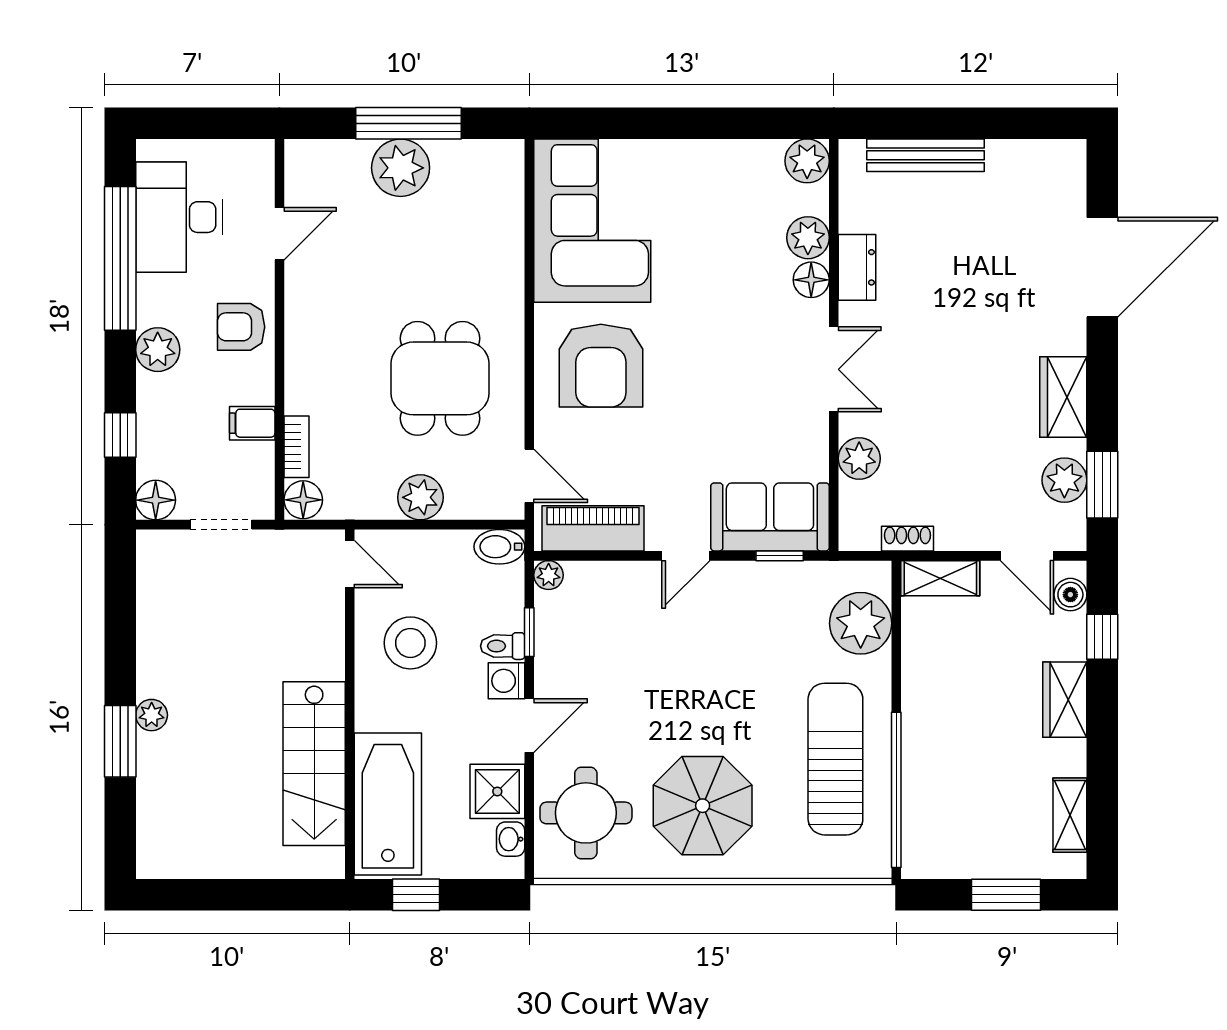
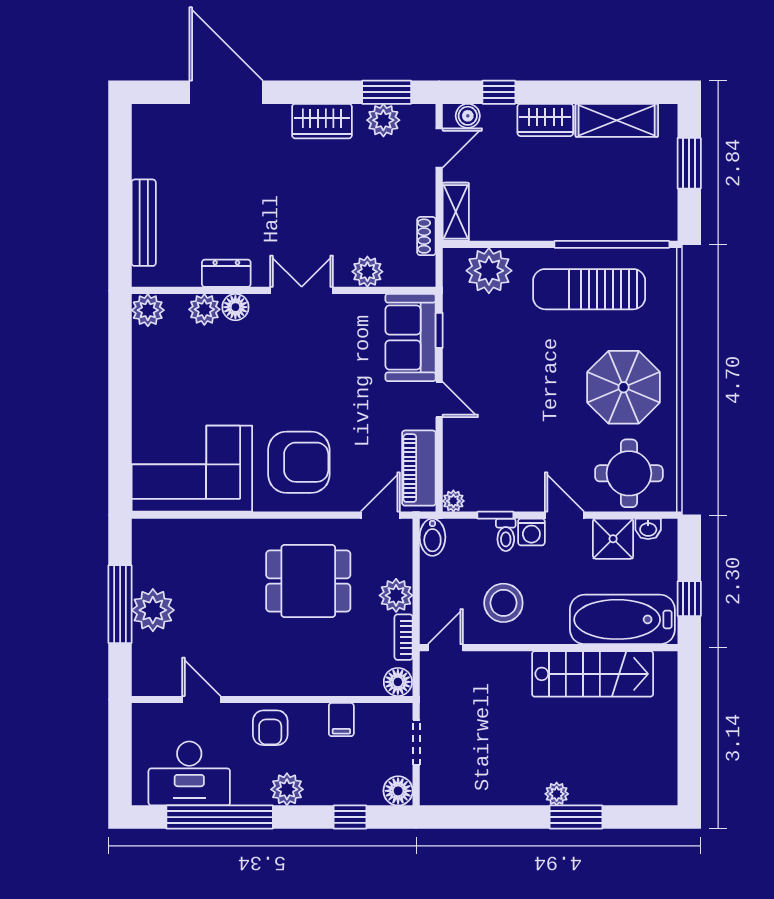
bookcase: (296, 447) -> (404, 637), moved, turned -90
shelving: (1070, 815) -> (617, 120), width x1.50, depth x1.33

